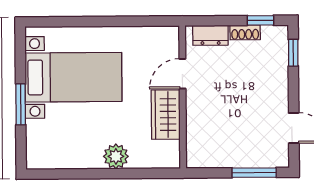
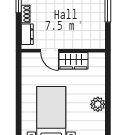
plant: (116, 156) -> (98, 104), moved

